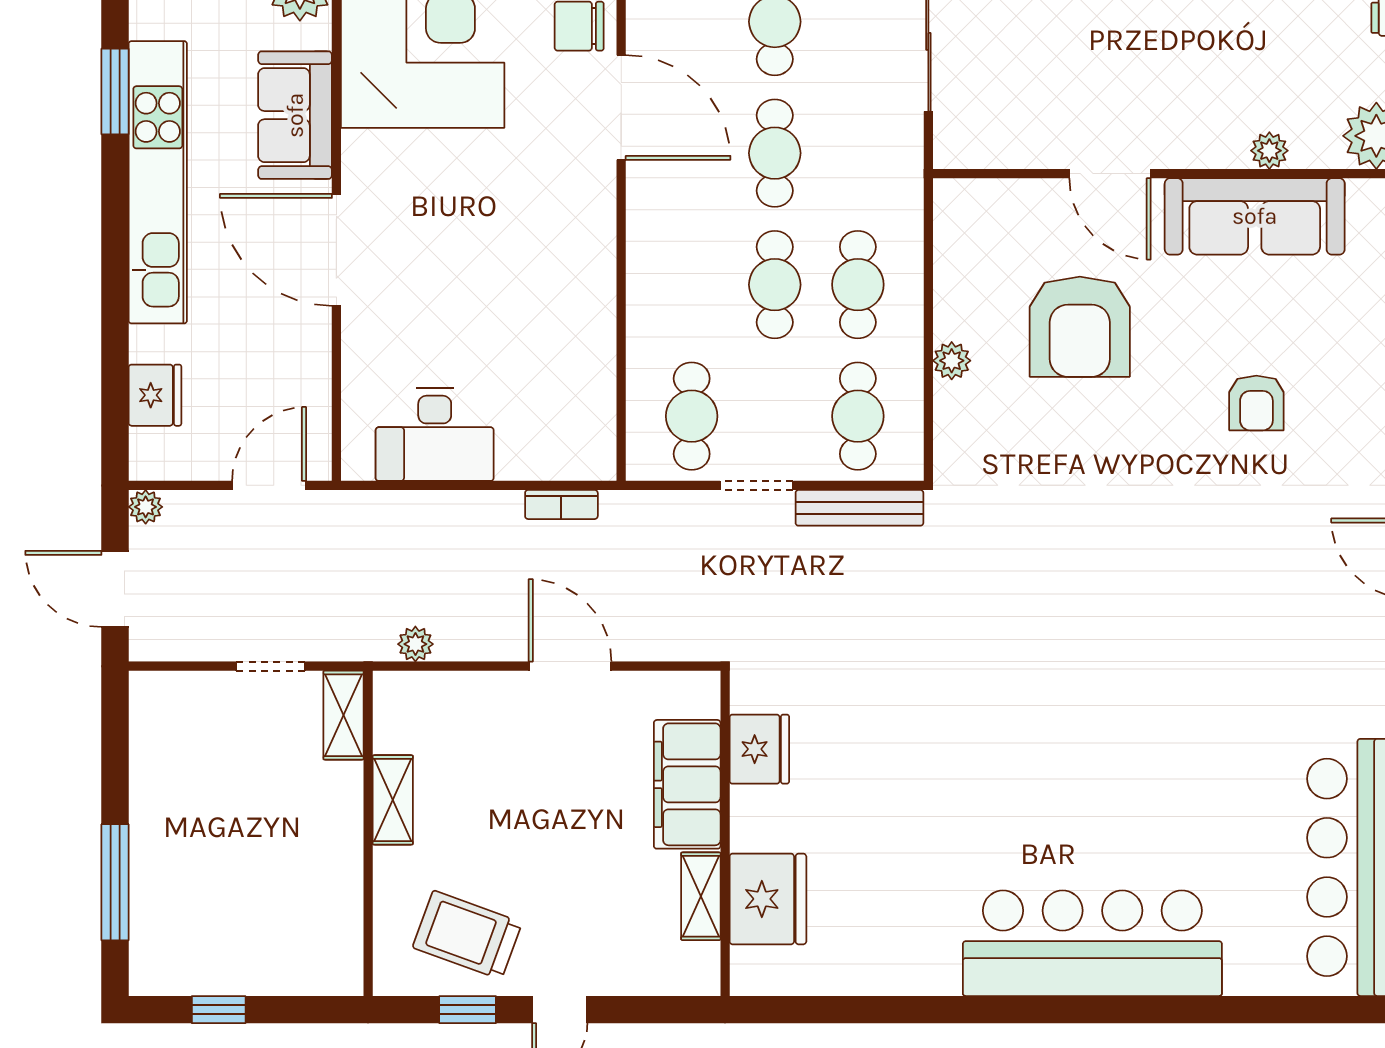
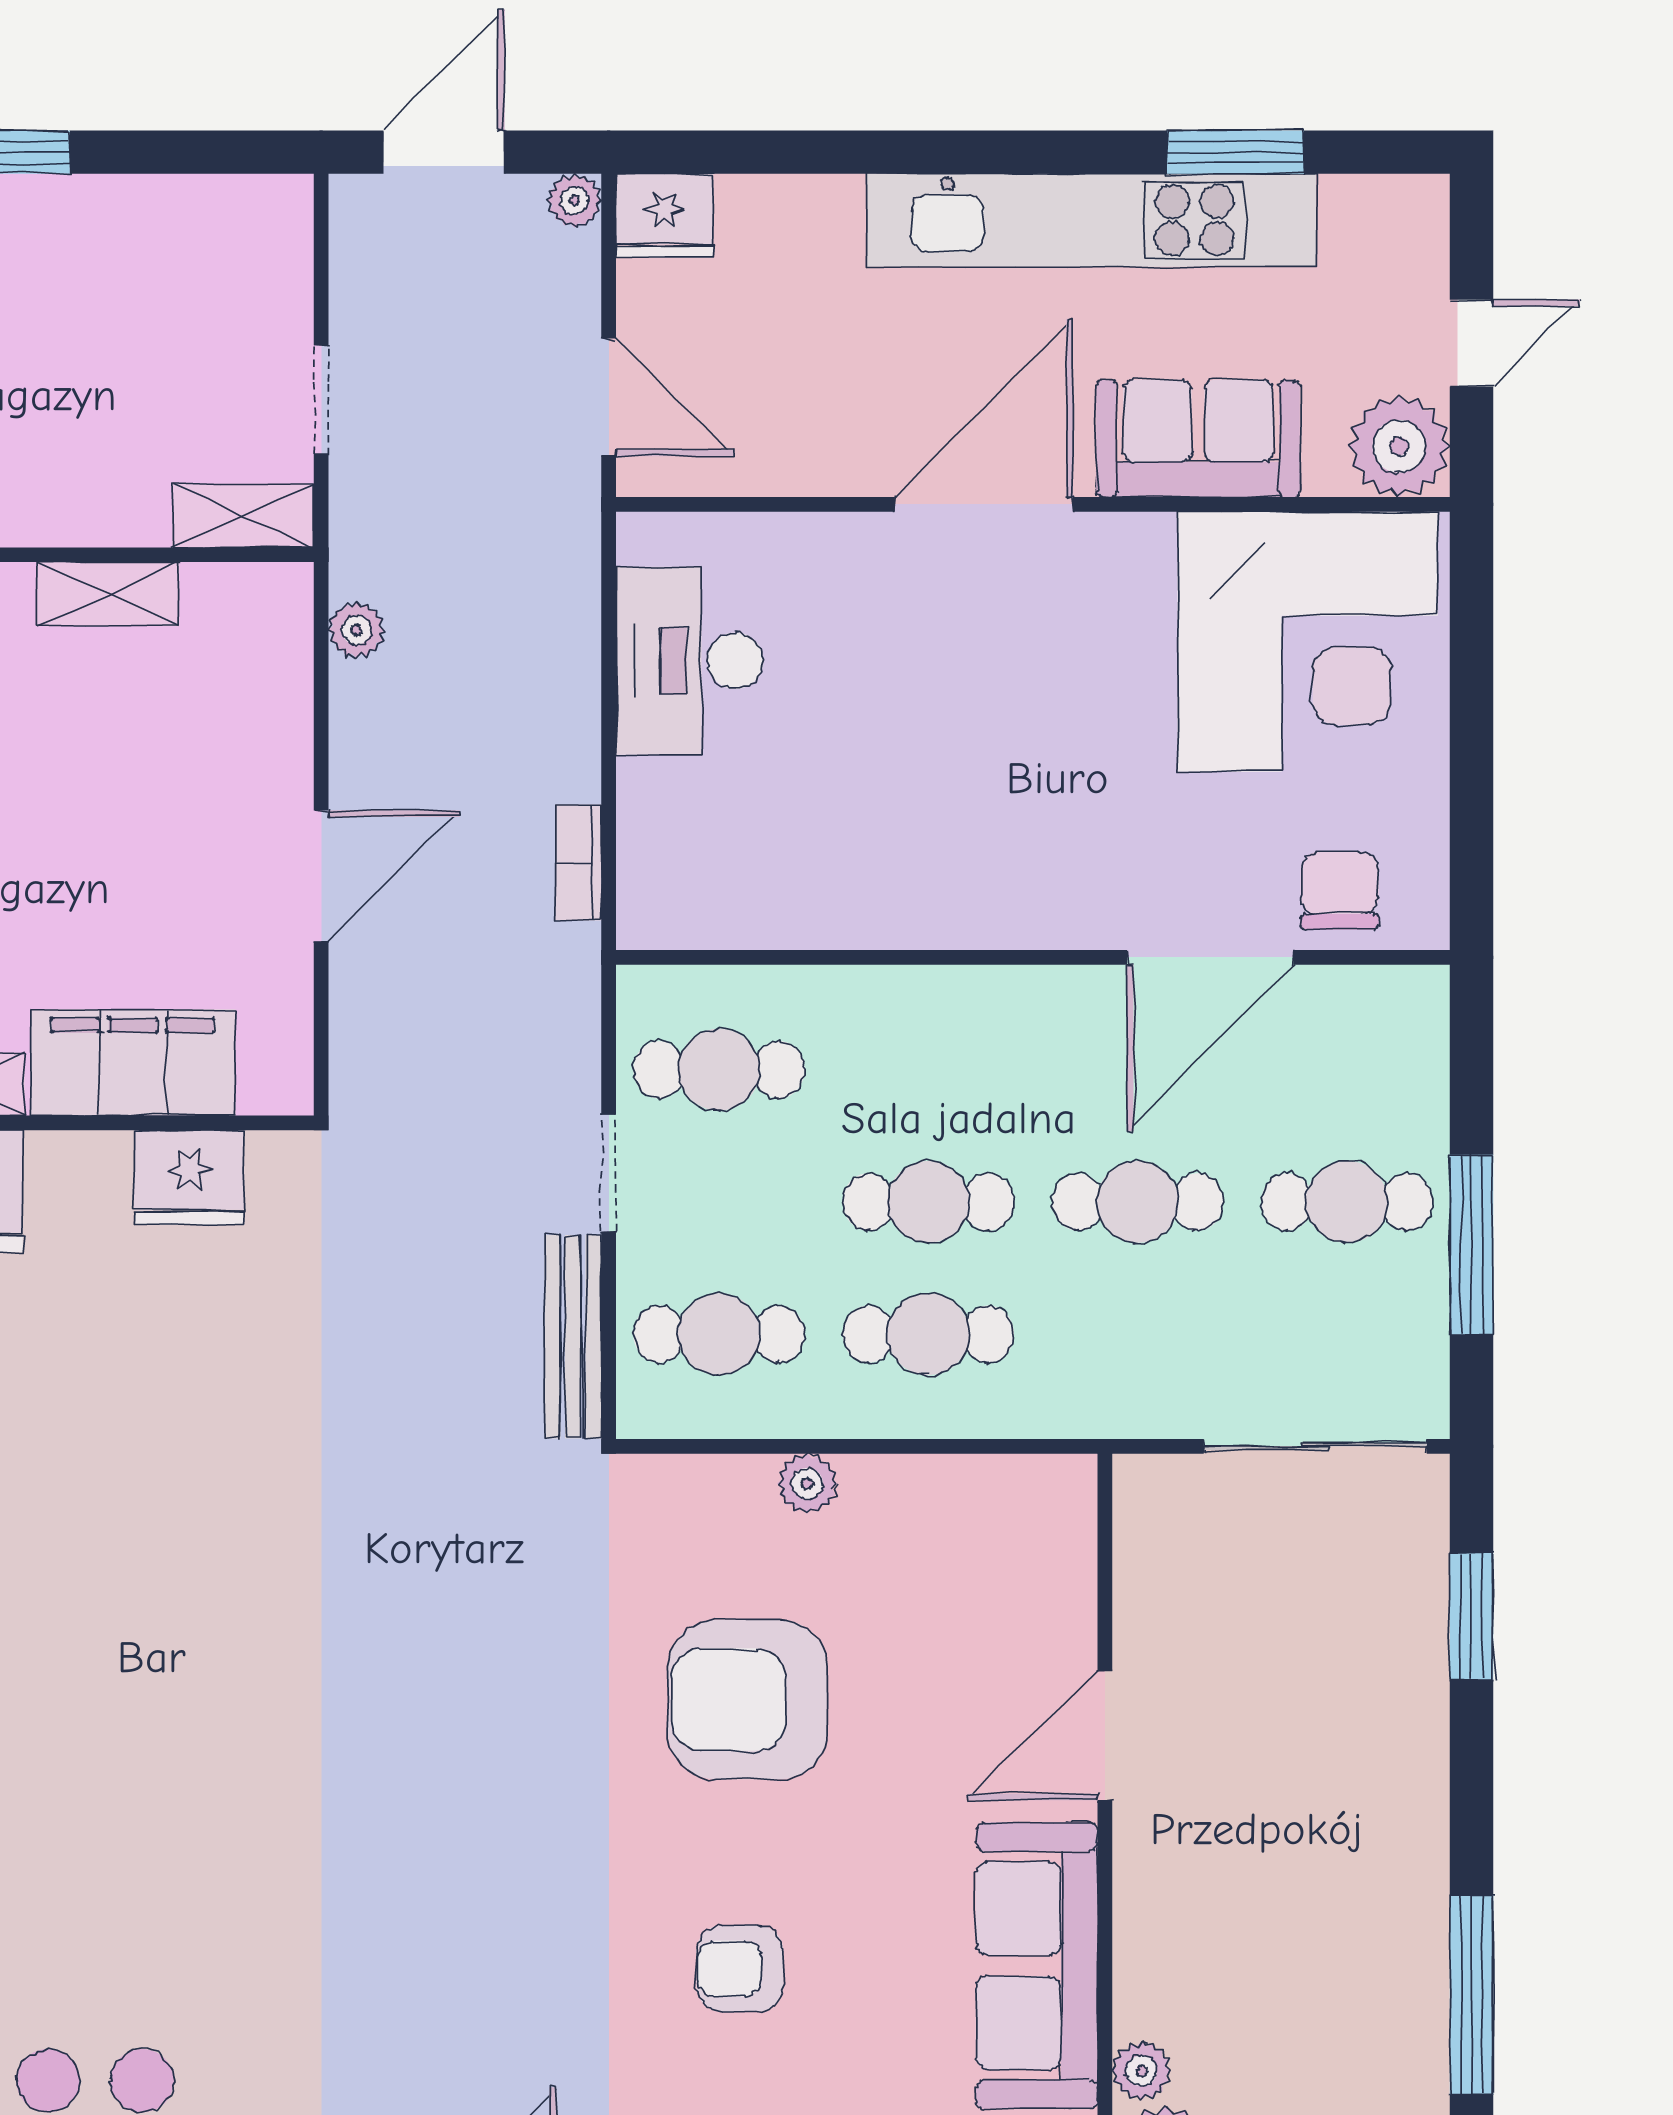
plant: (1269, 151) -> (1141, 2071), moved
armchair: (1080, 327) -> (748, 1700), moved
fridge: (155, 395) -> (665, 216), moved

